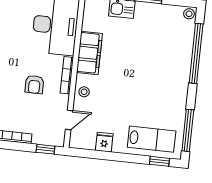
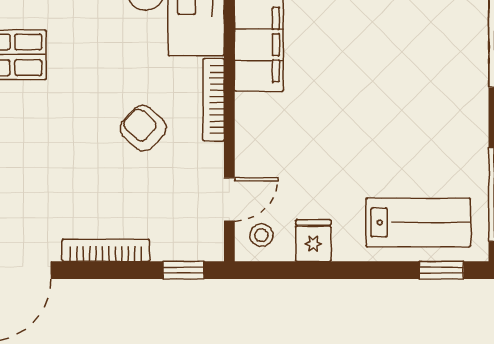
armchair: (34, 84) -> (143, 128), turned 133
stool: (84, 92) -> (261, 235), moved

